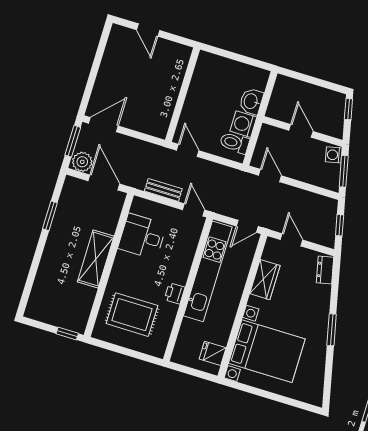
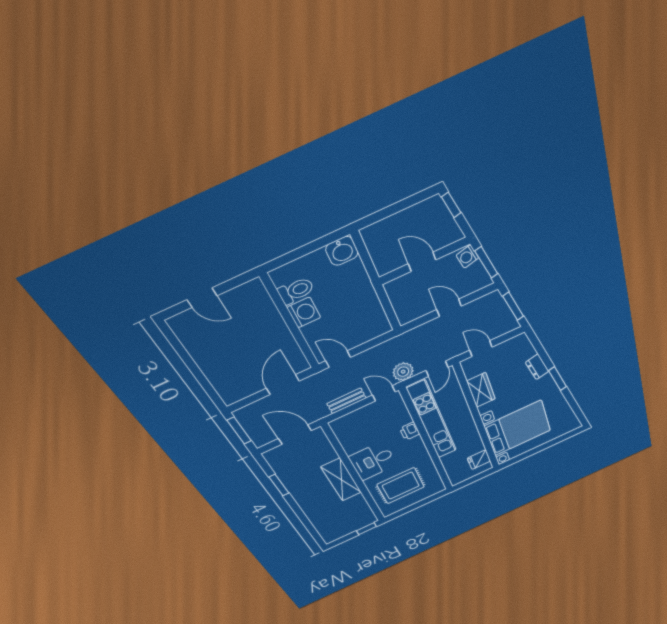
washbasin: (251, 101) -> (342, 251), moved, turned -90
washing machine: (243, 124) -> (304, 312), moved, turned 180
door: (103, 125) -> (283, 385), moved
toilet: (235, 143) -> (296, 291), moved, turned 180
plant: (82, 162) -> (403, 372), moved
door: (270, 176) -> (449, 308), moved
window: (340, 225) -> (513, 306), width x1.50
desk: (142, 236) -> (373, 461), moved
dresser: (325, 270) -> (537, 367), moved
printer: (175, 293) -> (410, 431), moved

